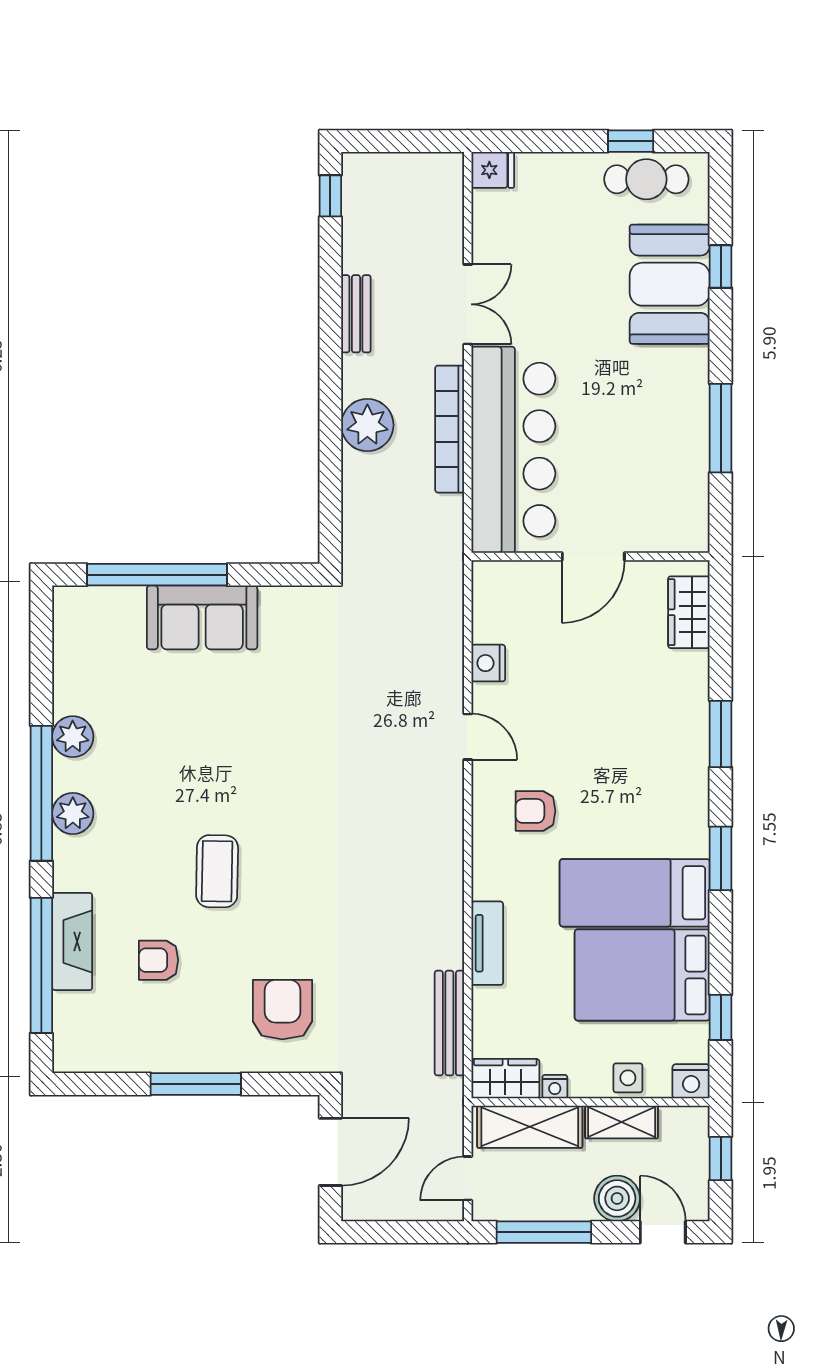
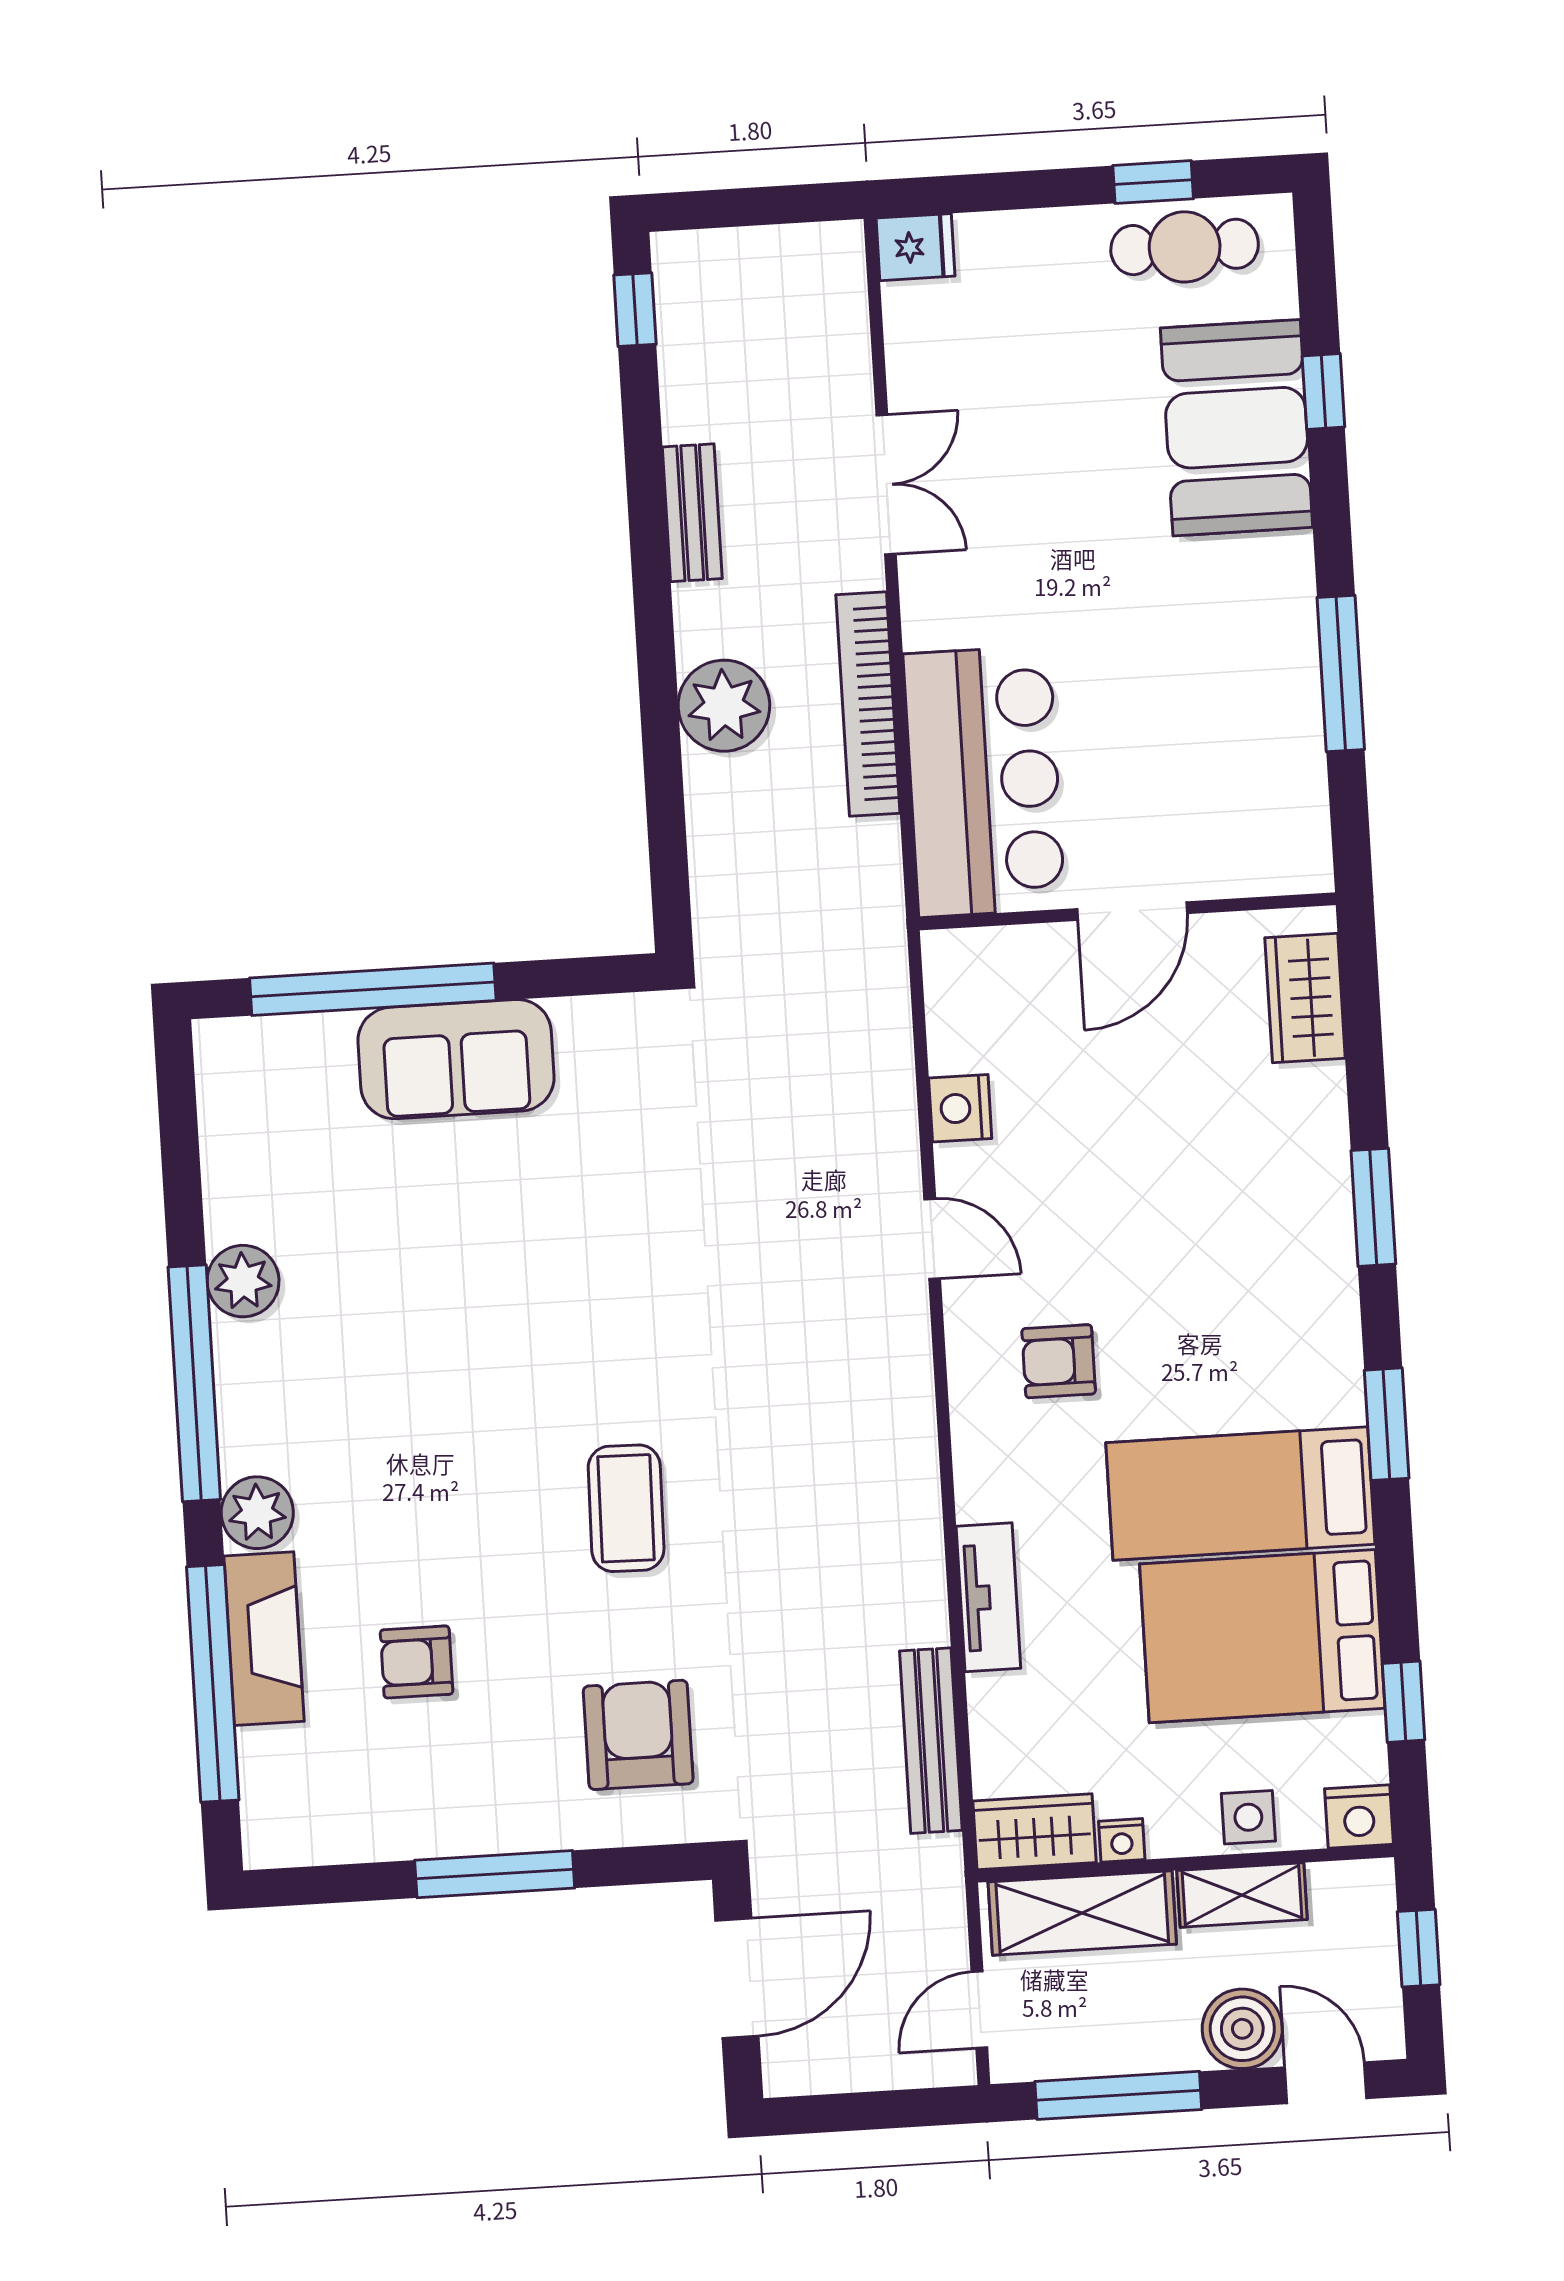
bar counter: (513, 450) -> (984, 781), width x0.73
plant: (73, 813) -> (257, 1513), moved
coffee table: (217, 871) -> (626, 1508), moved

